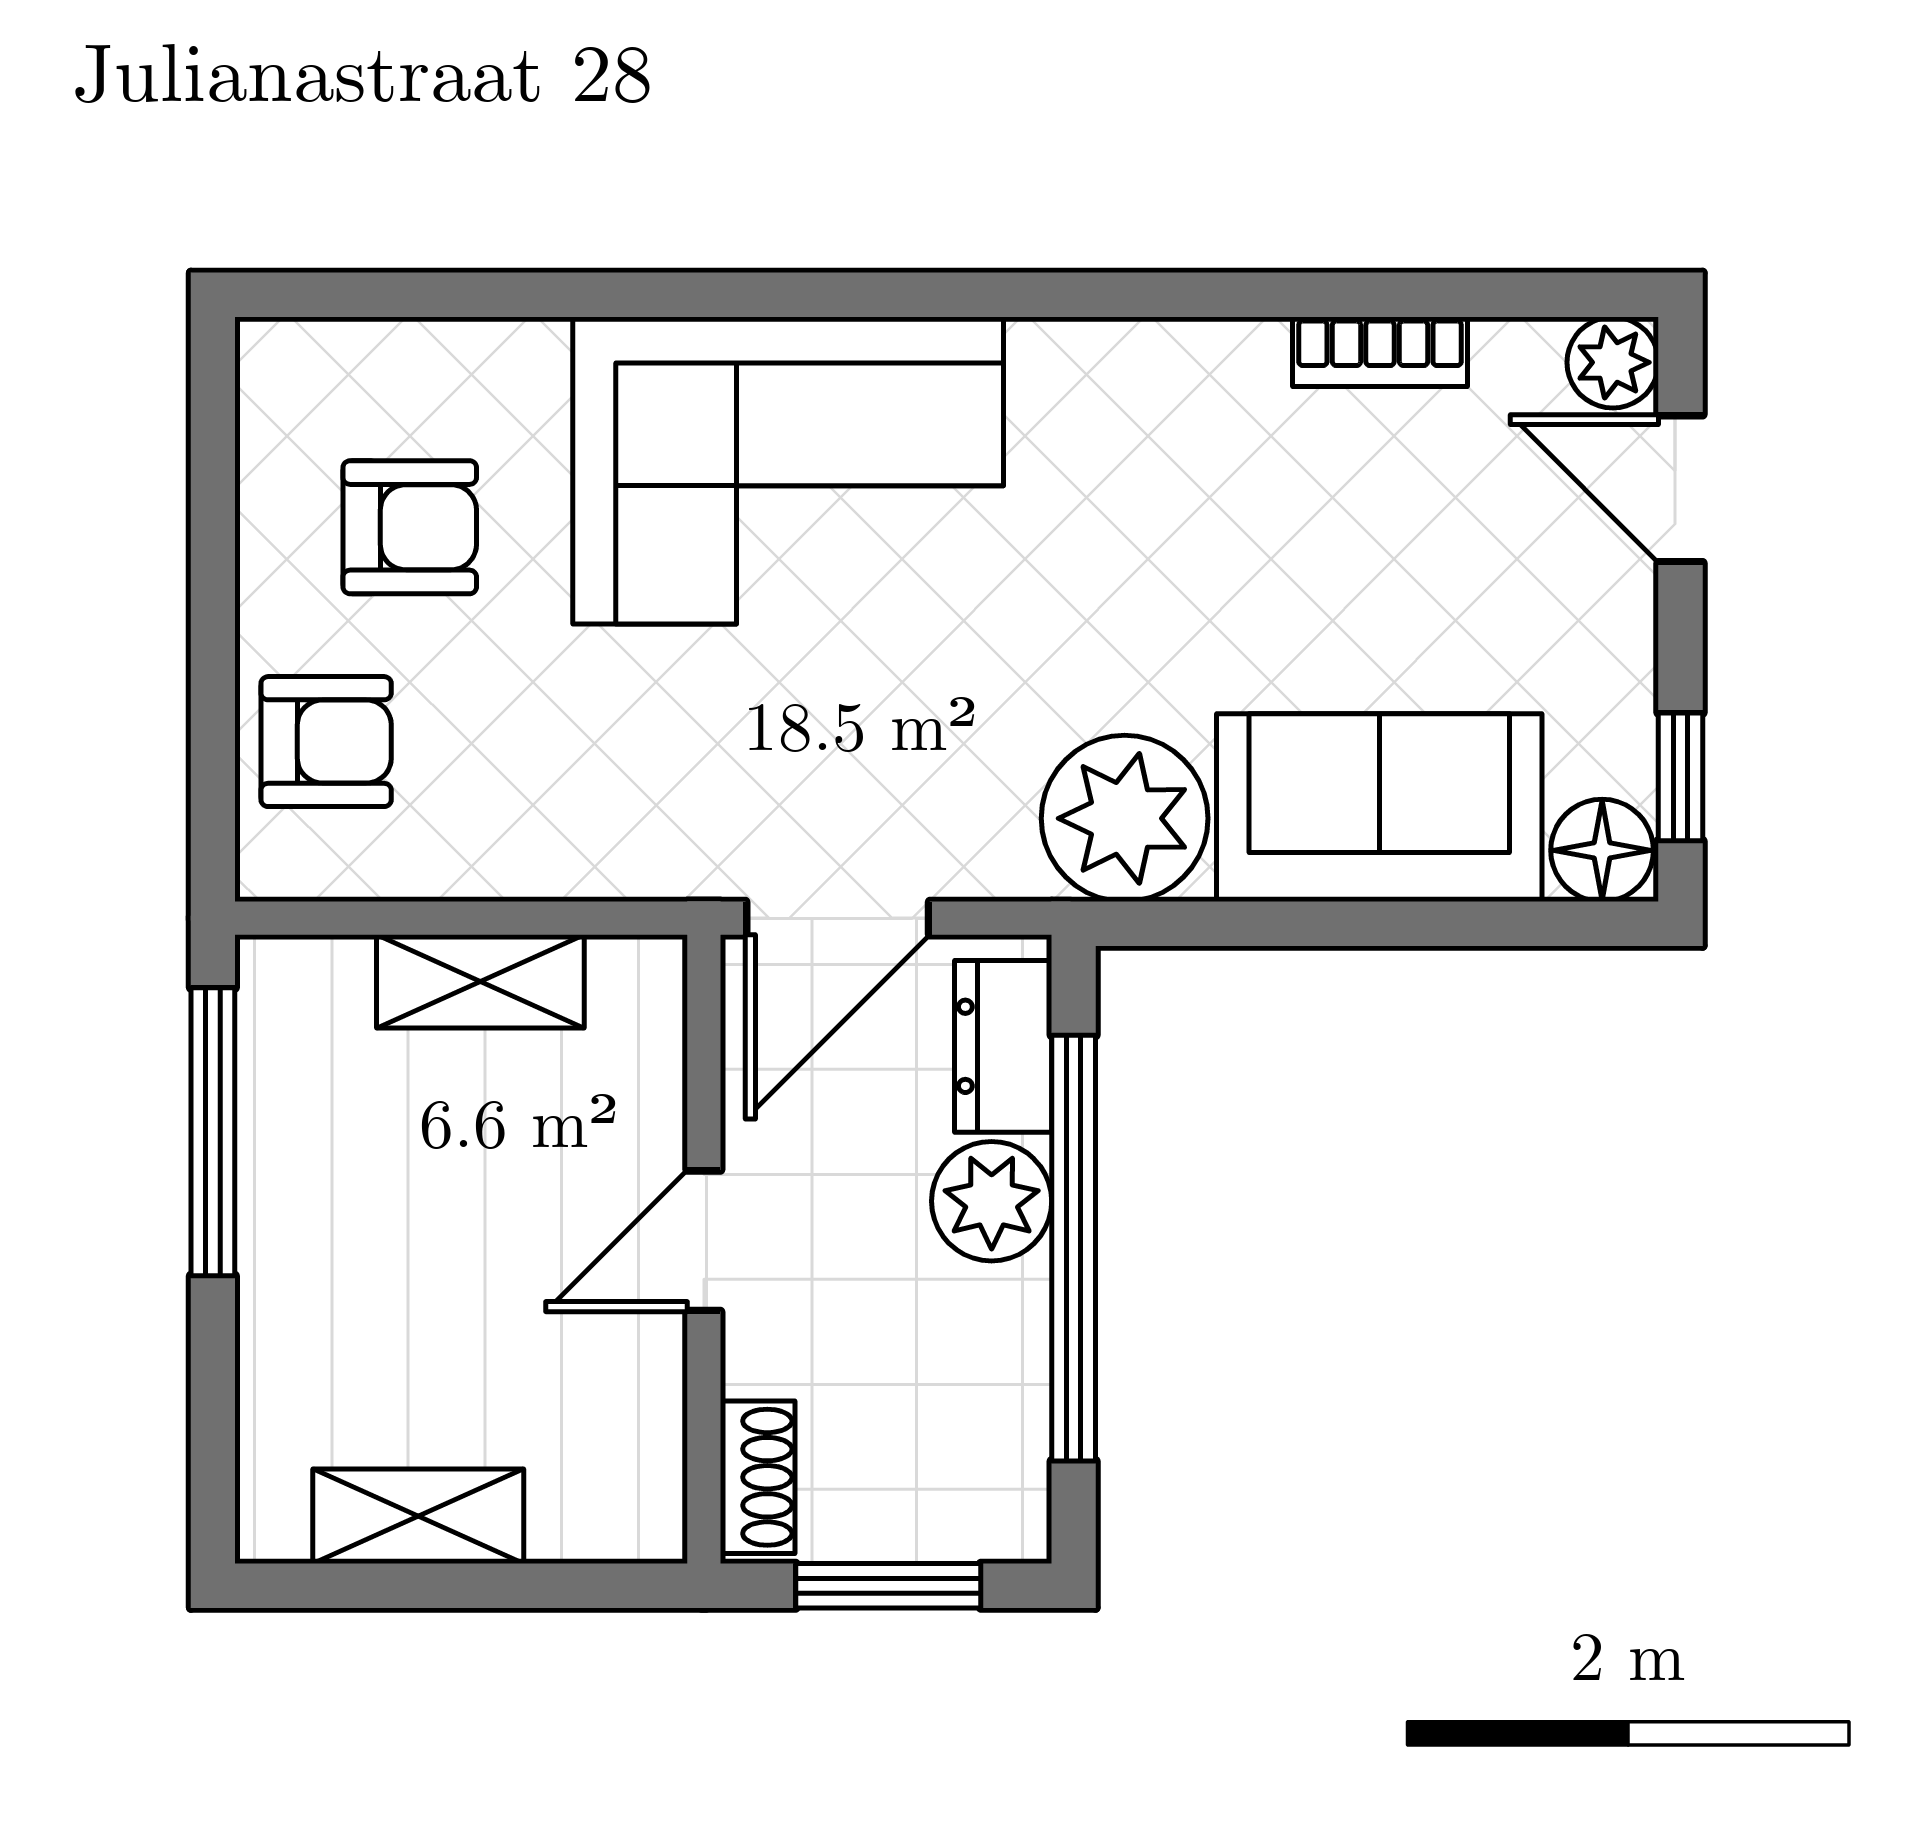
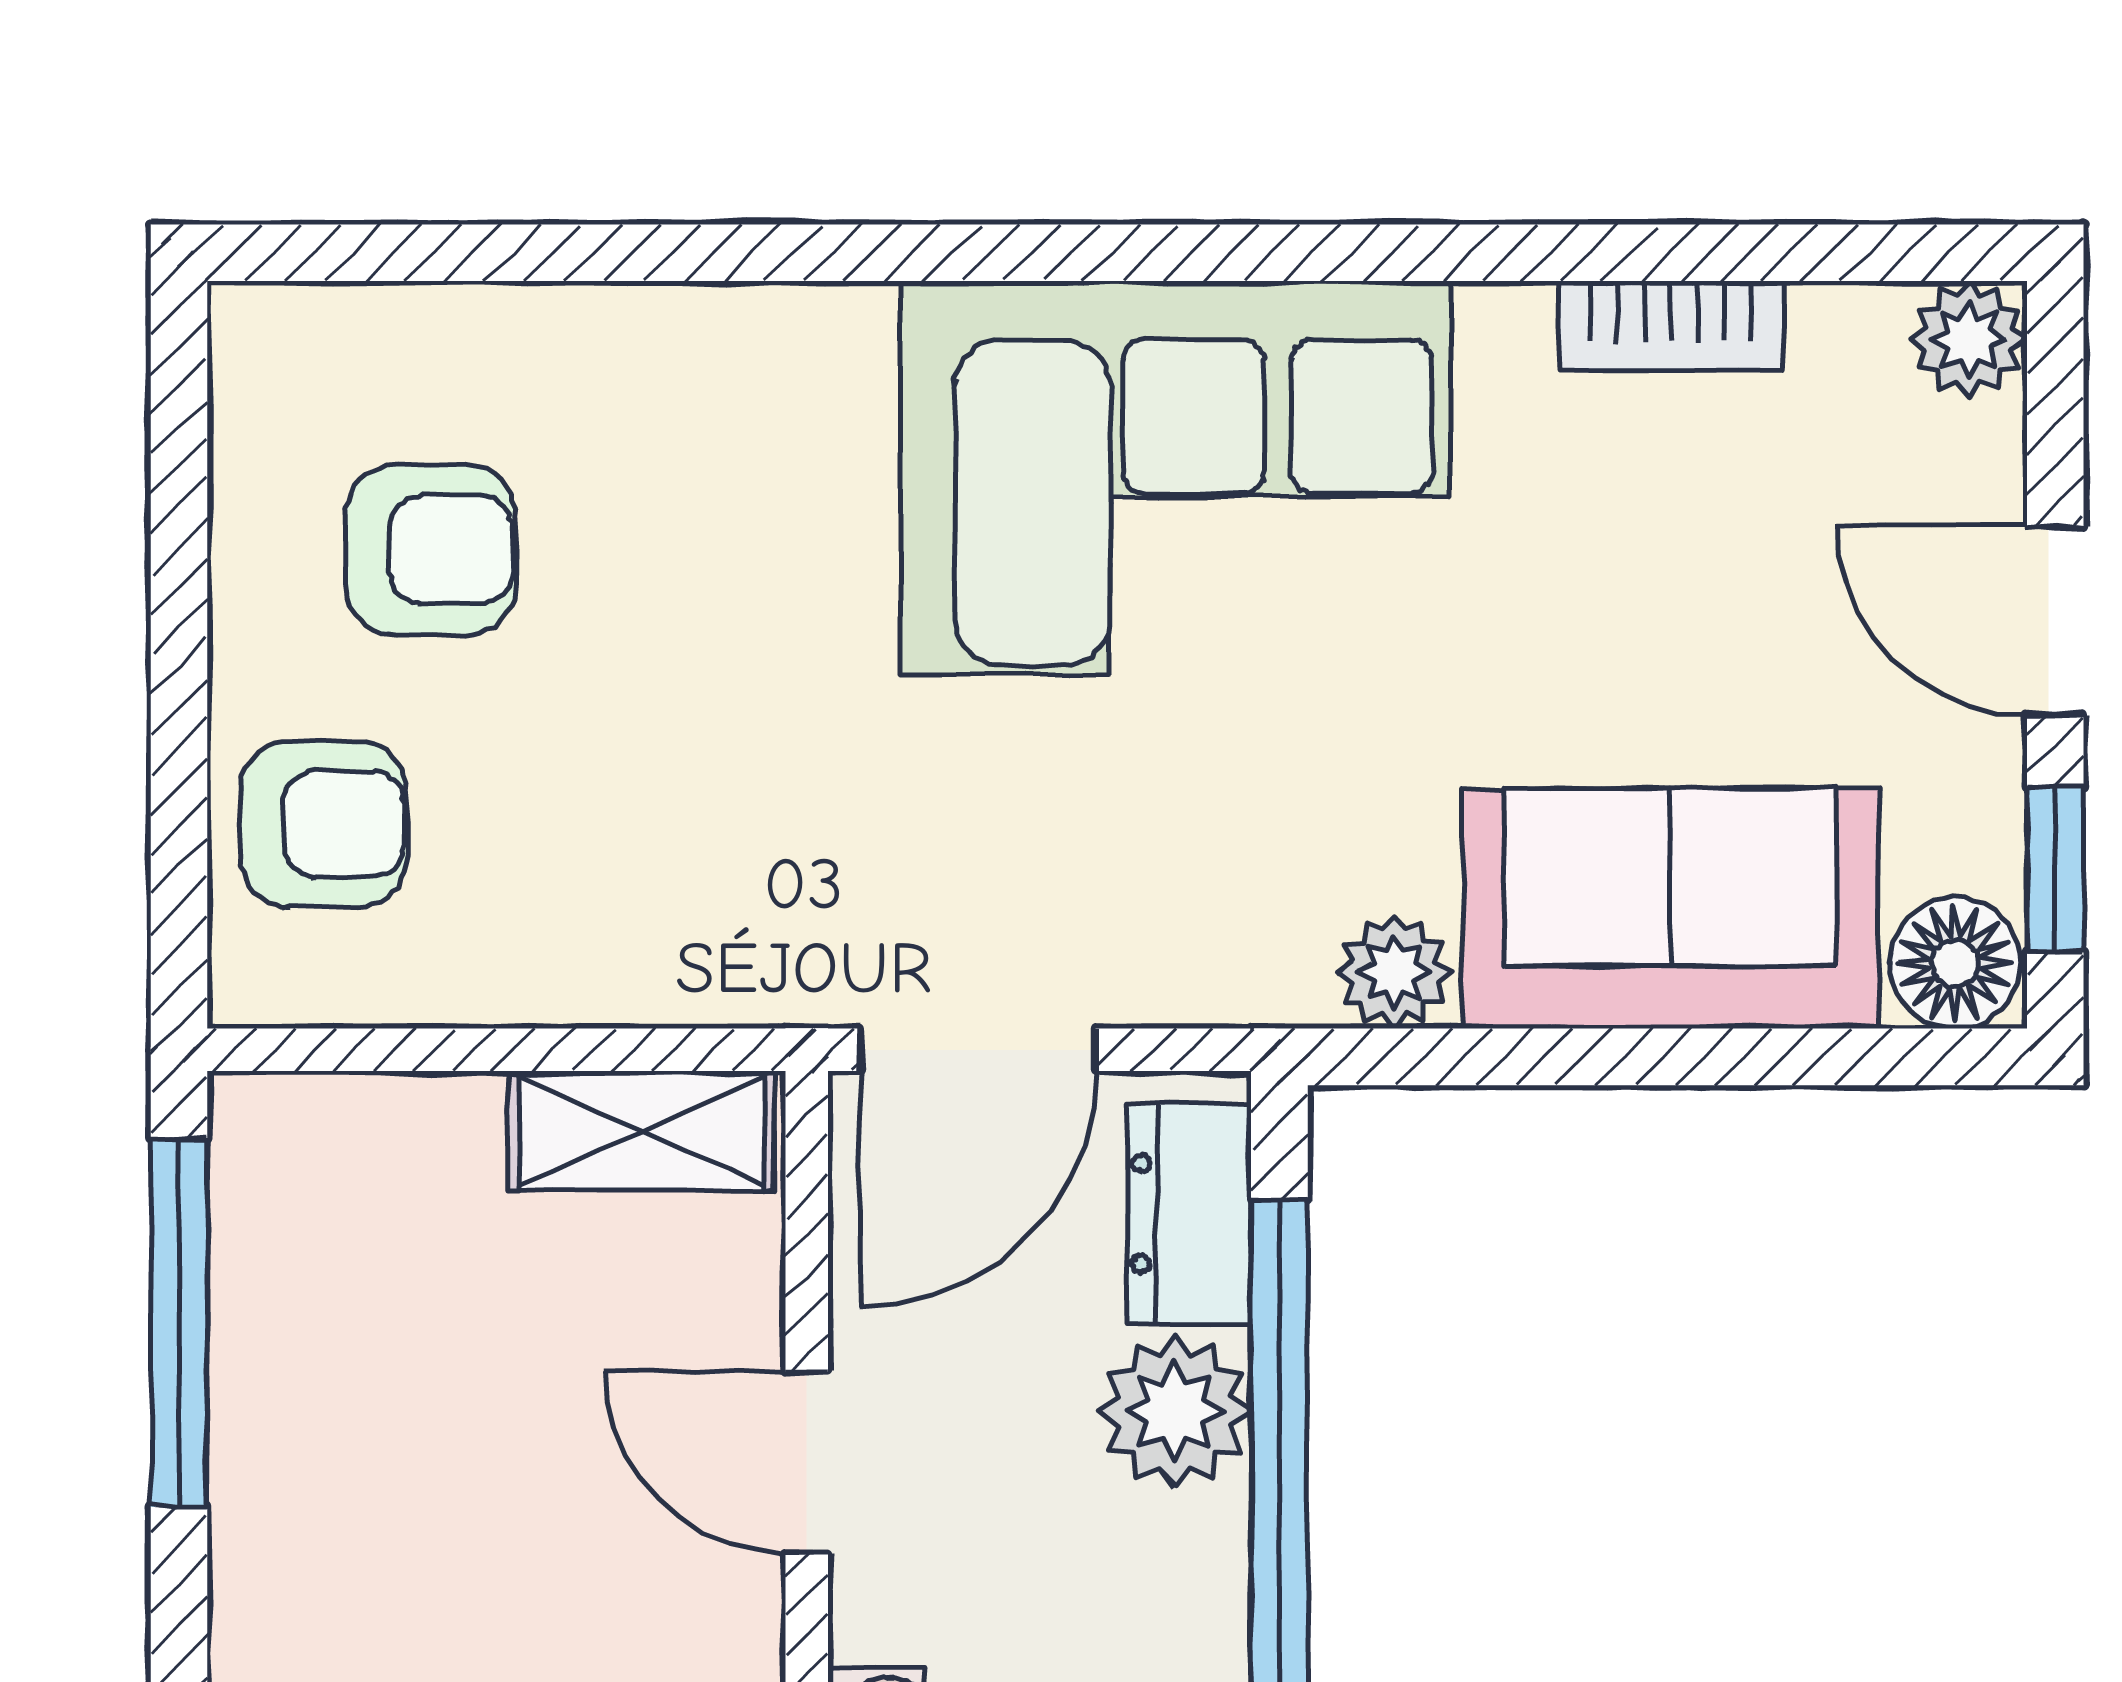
corner sofa: (788, 470) -> (1176, 477), moved
door: (1681, 489) -> (2055, 621), moved
plant: (1125, 818) -> (1394, 972), width x0.53, depth x0.53
shelving: (480, 981) -> (642, 1131), moved
door: (704, 1241) -> (807, 1462), hinge flipped

